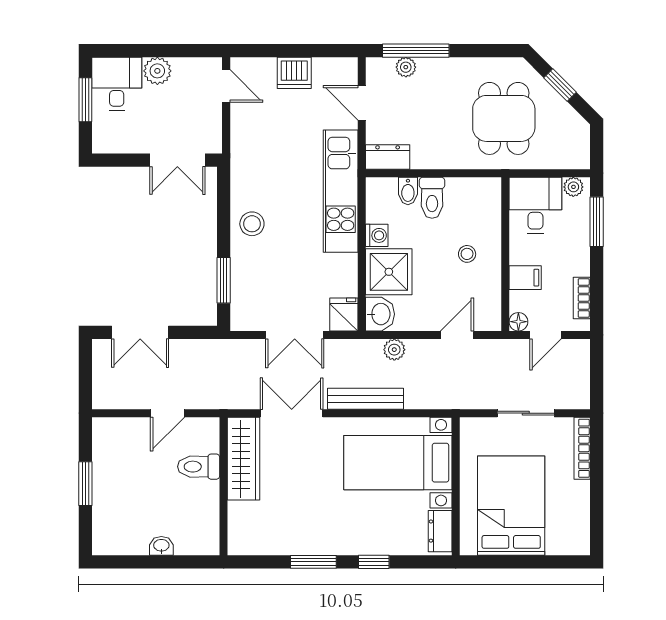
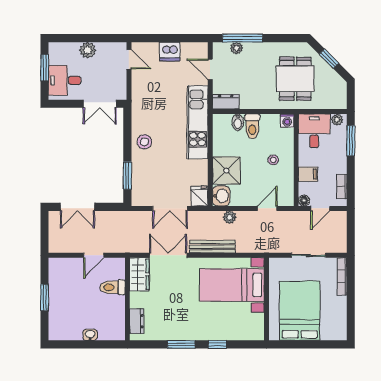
desk: (117, 84) -> (64, 80), moved, turned -90
washing machine: (377, 235) -> (287, 121), moved, turned 90
wardrobe: (244, 459) -> (139, 274), width x0.67
dresser: (440, 531) -> (137, 321), moved, turned 180

